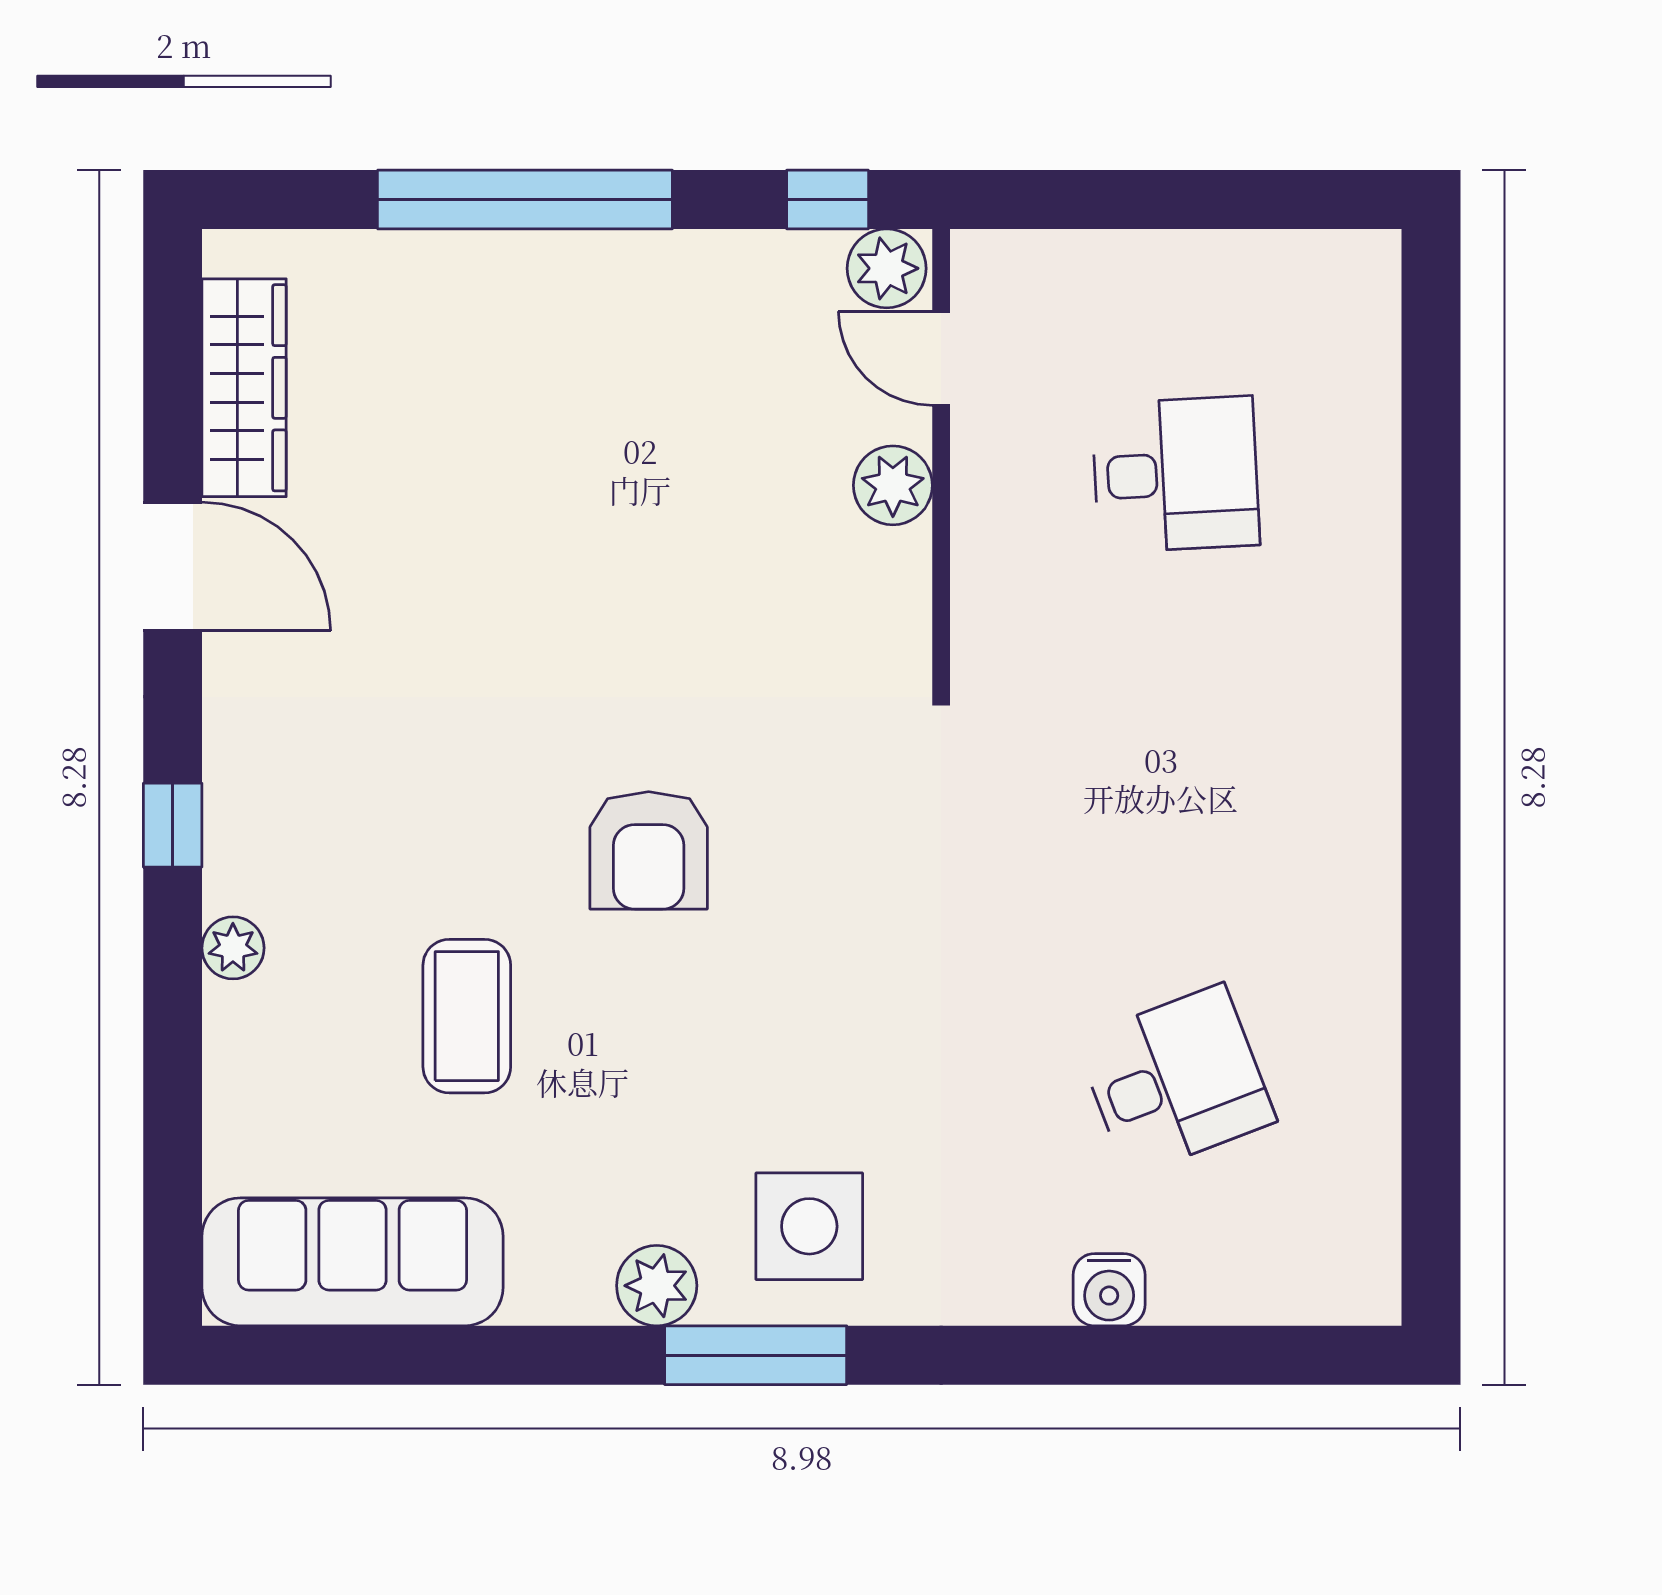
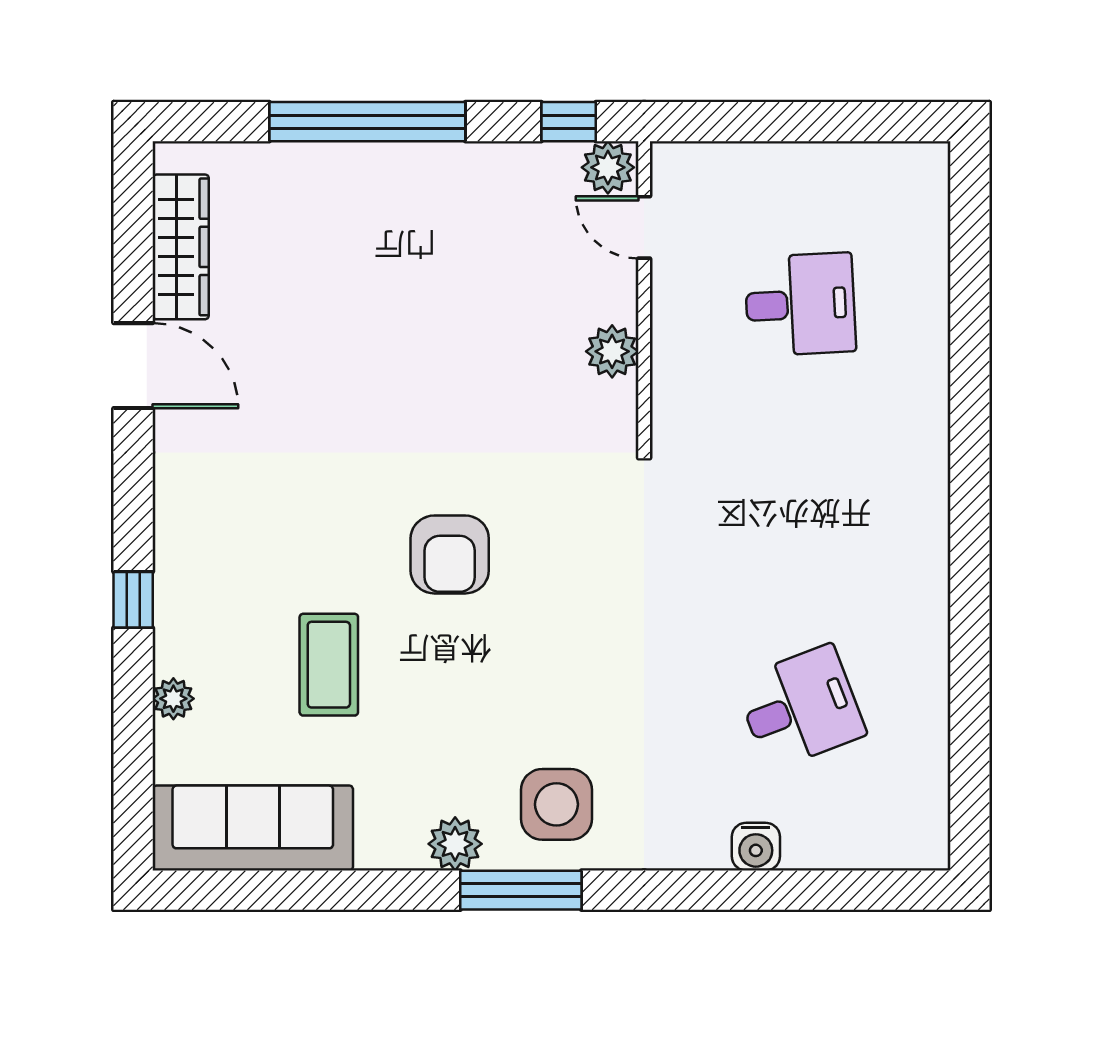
plant: (893, 485) -> (612, 351), moved
window: (173, 825) -> (133, 600), moved
plant: (233, 948) -> (173, 699), moved

